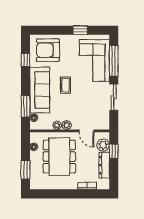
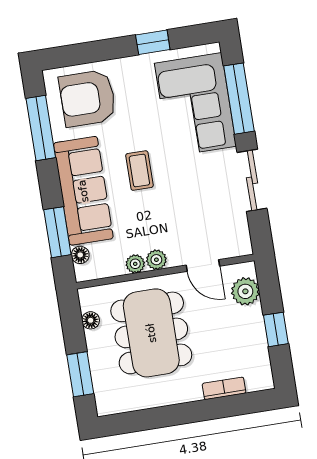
window: (26, 60) -> (41, 128), width x2.17
window: (114, 151) -> (276, 329), moved
dresser: (104, 165) -> (255, 336), removed

